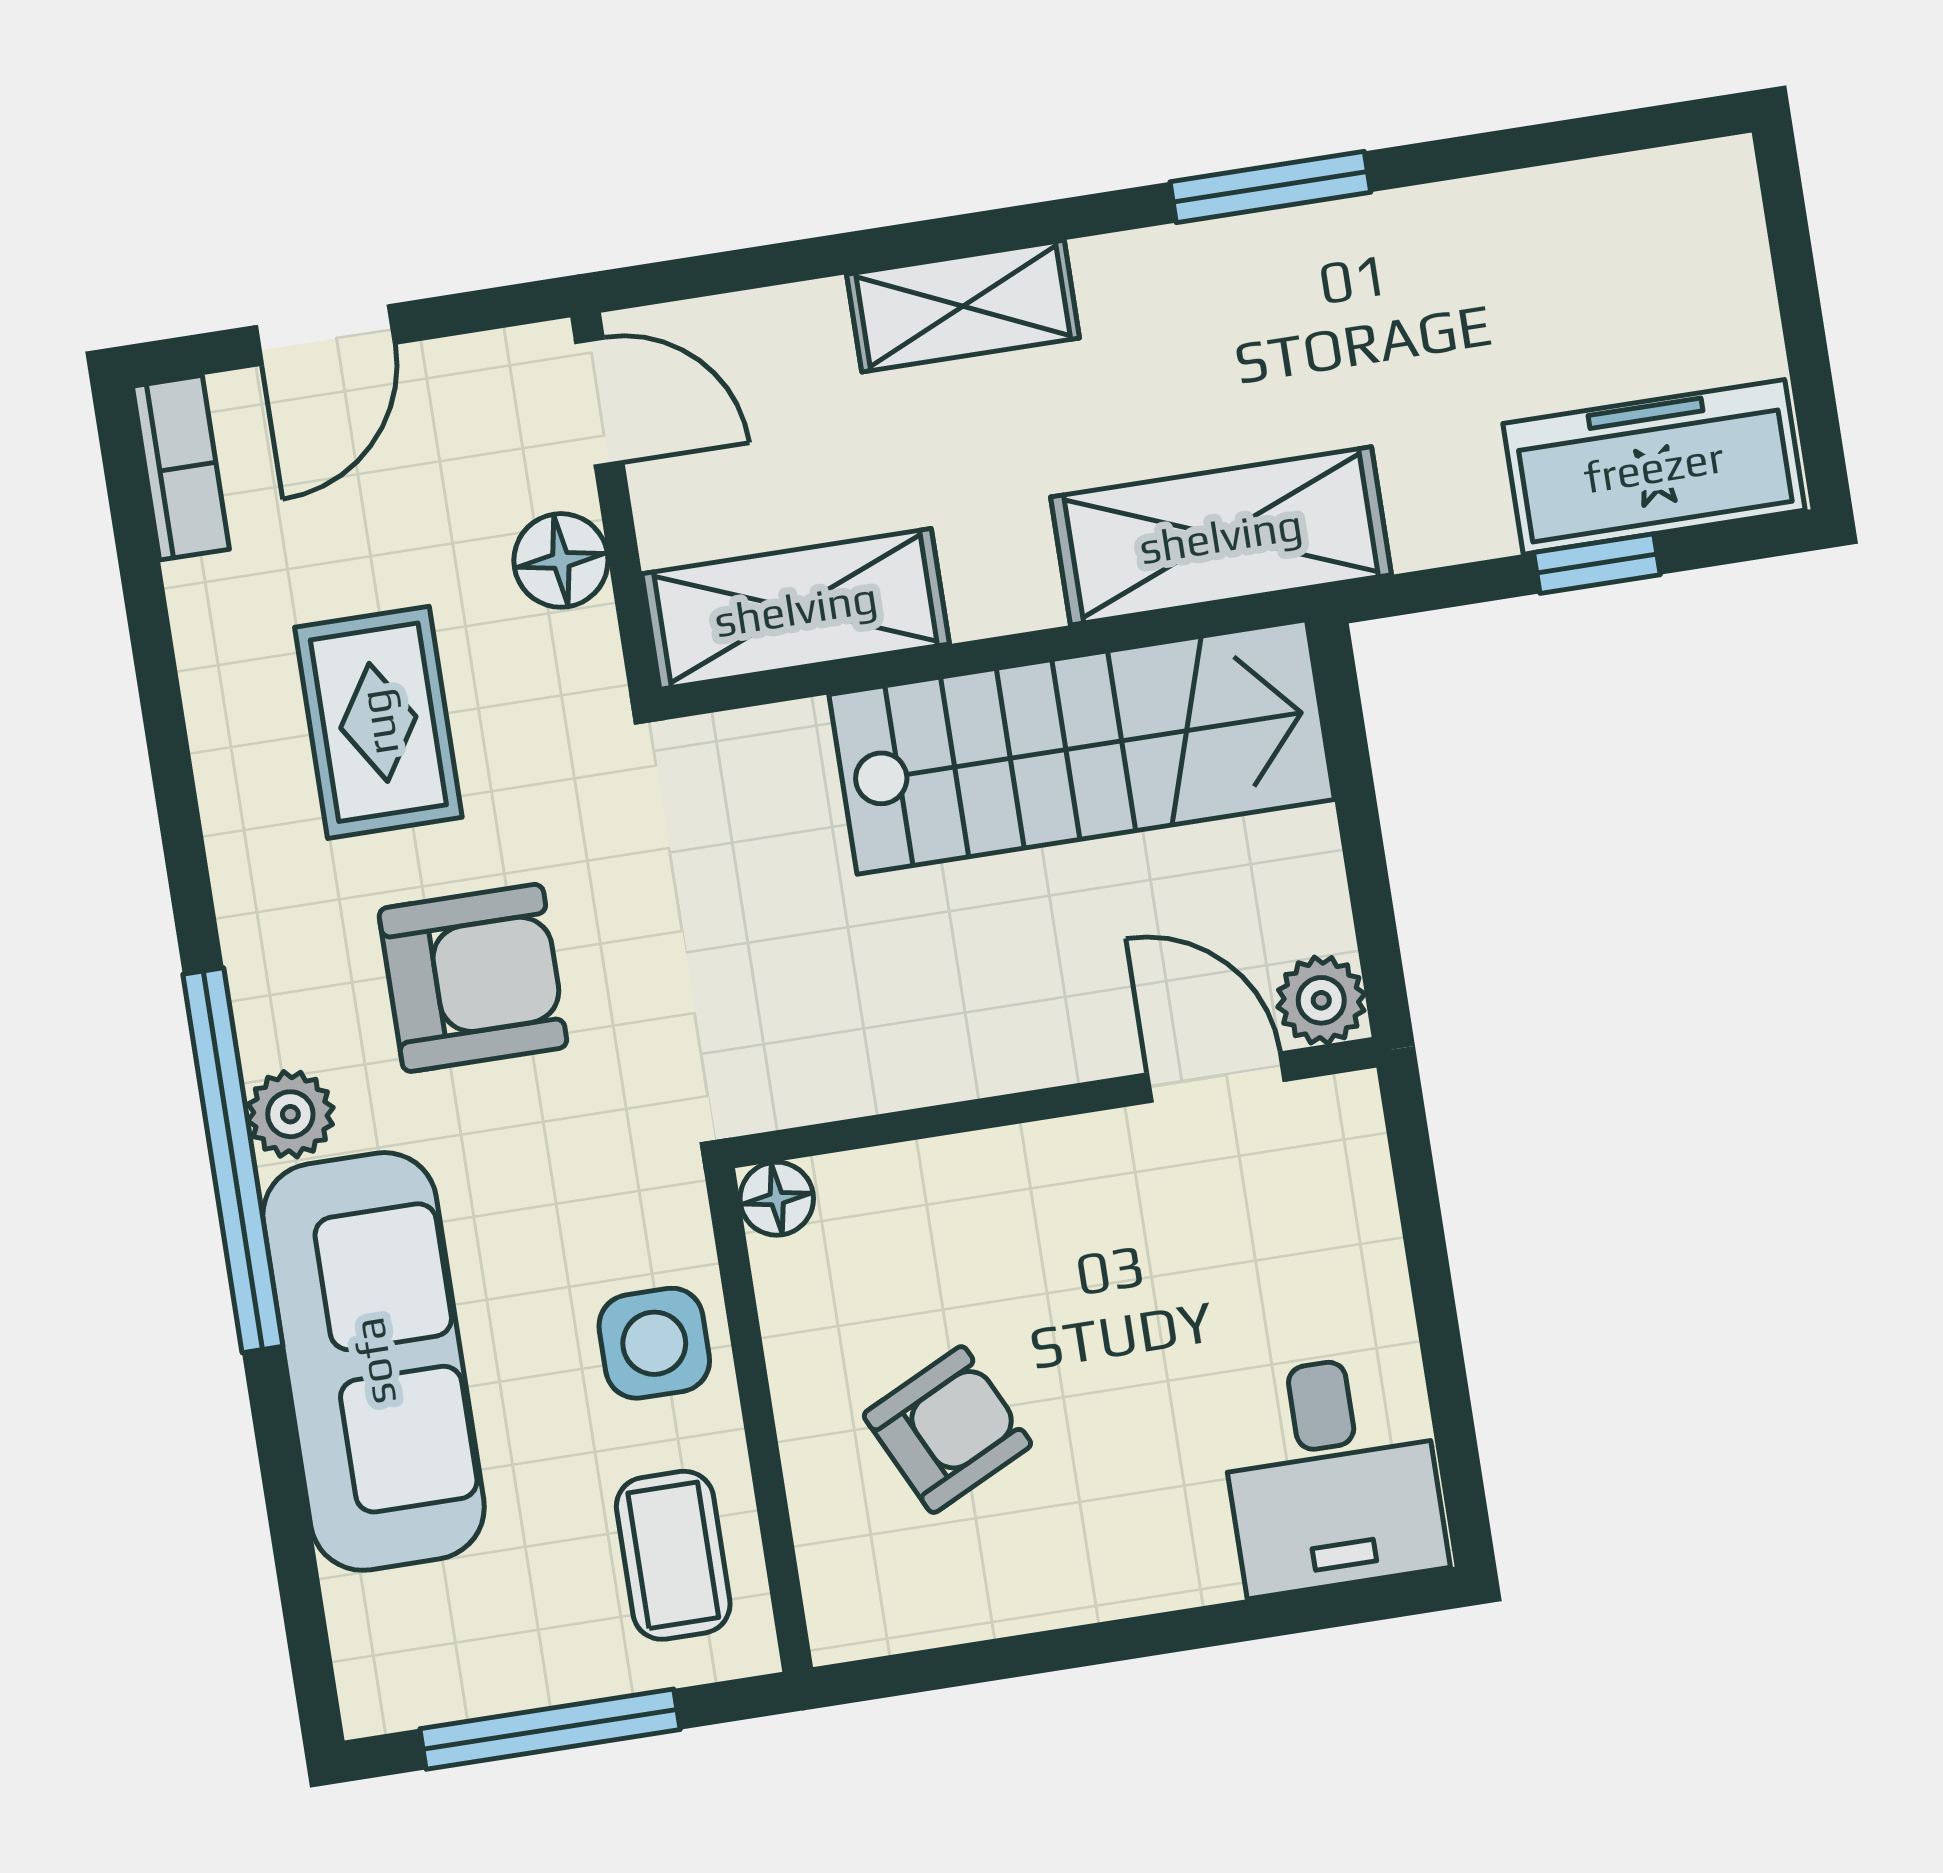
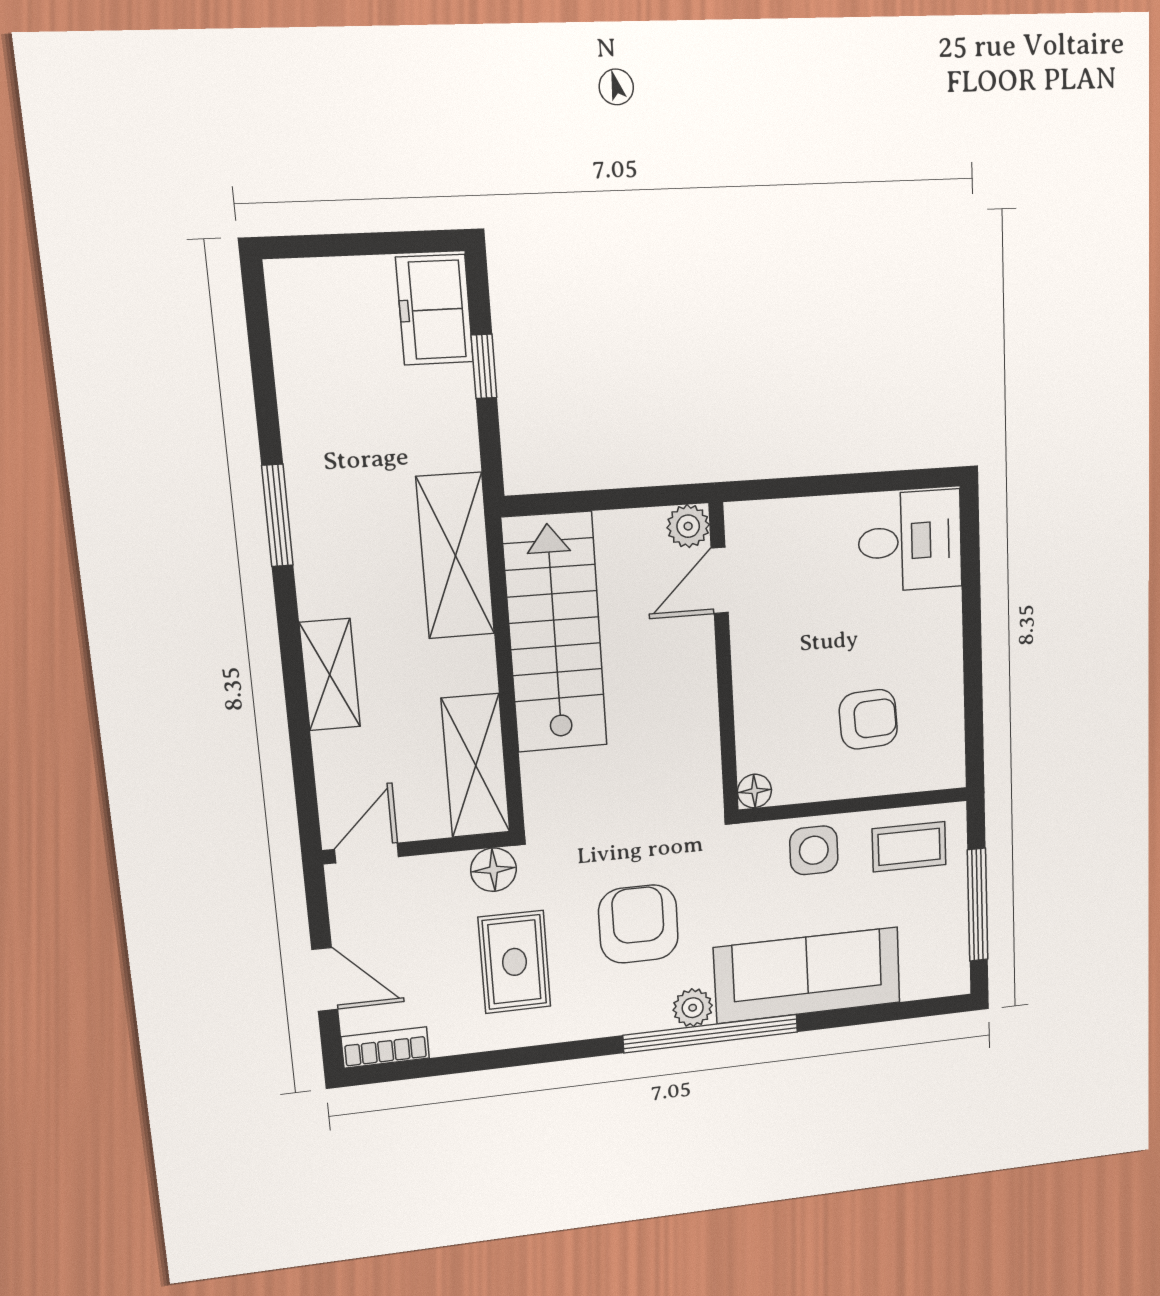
freezer: (1654, 467) -> (435, 310), width x0.71
floor lamp: (561, 560) -> (493, 870), moved
rug: (378, 722) -> (514, 962), turned 90
armchair: (947, 1430) -> (868, 719), turned 113

